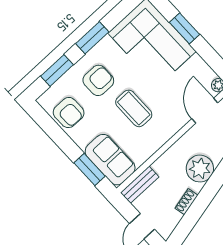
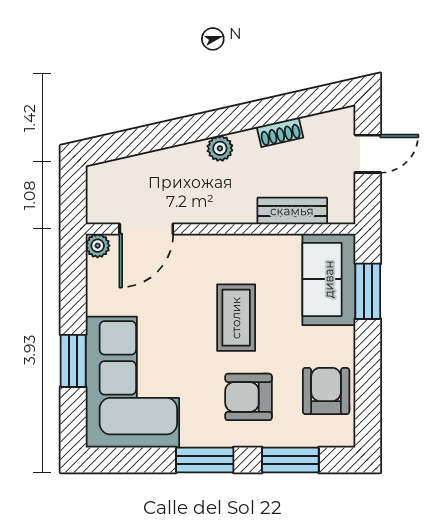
plant: (200, 169) -> (220, 148), width x0.53, depth x0.53
bench: (140, 185) -> (292, 211), moved

